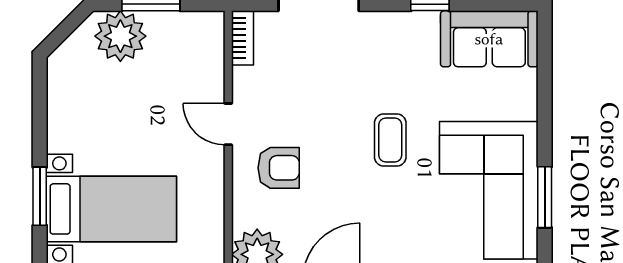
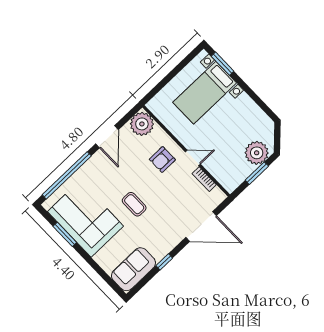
bookcase: (242, 38) -> (204, 179), moved
window: (40, 196) -> (223, 64), moved

